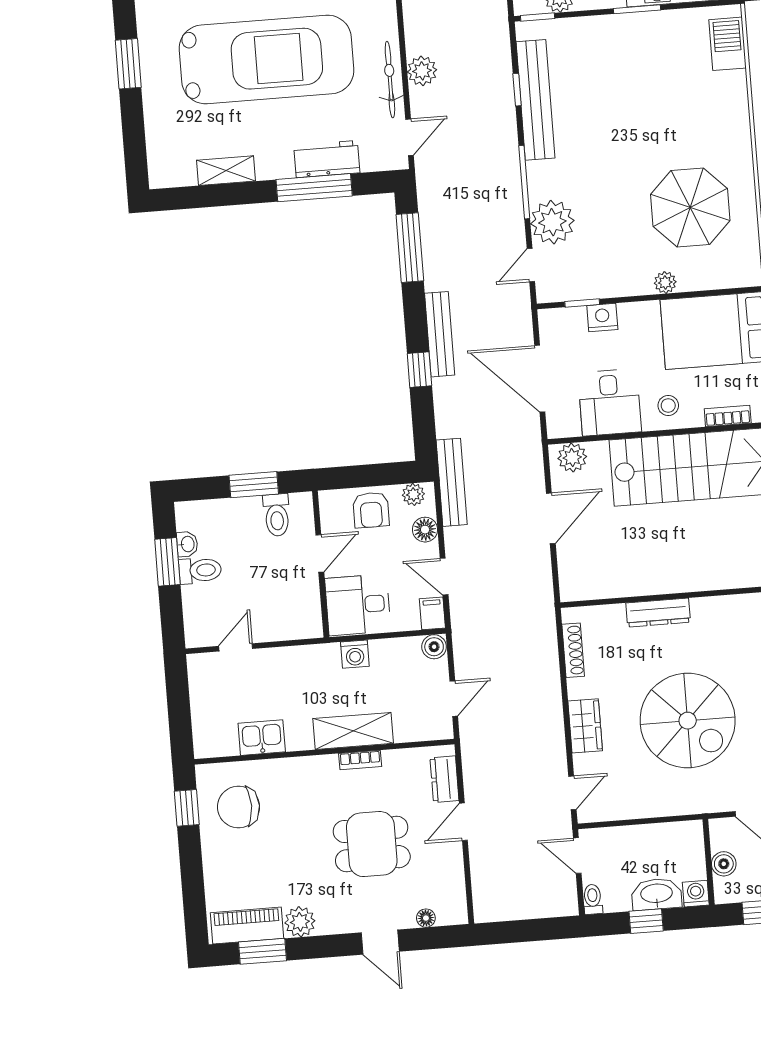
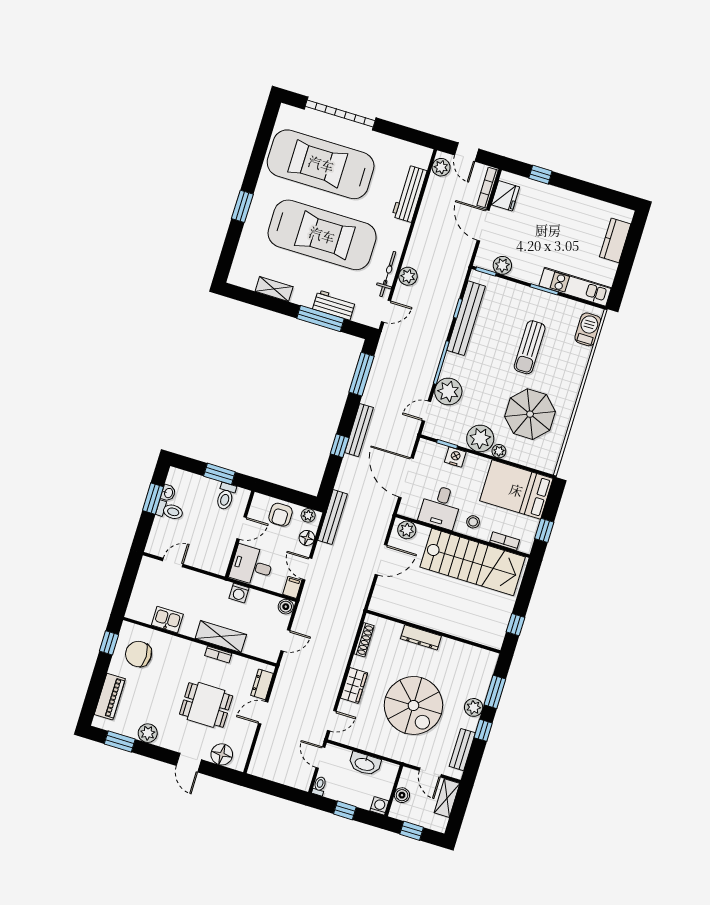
sun lounger: (650, 106) -> (530, 347), added
plant: (629, 274) -> (480, 438), added
washbasin: (657, 894) -> (365, 764), moved, turned 180
floor lamp: (426, 918) -> (222, 754), width x1.89, depth x1.89
piano: (247, 926) -> (110, 697), moved, turned 90

